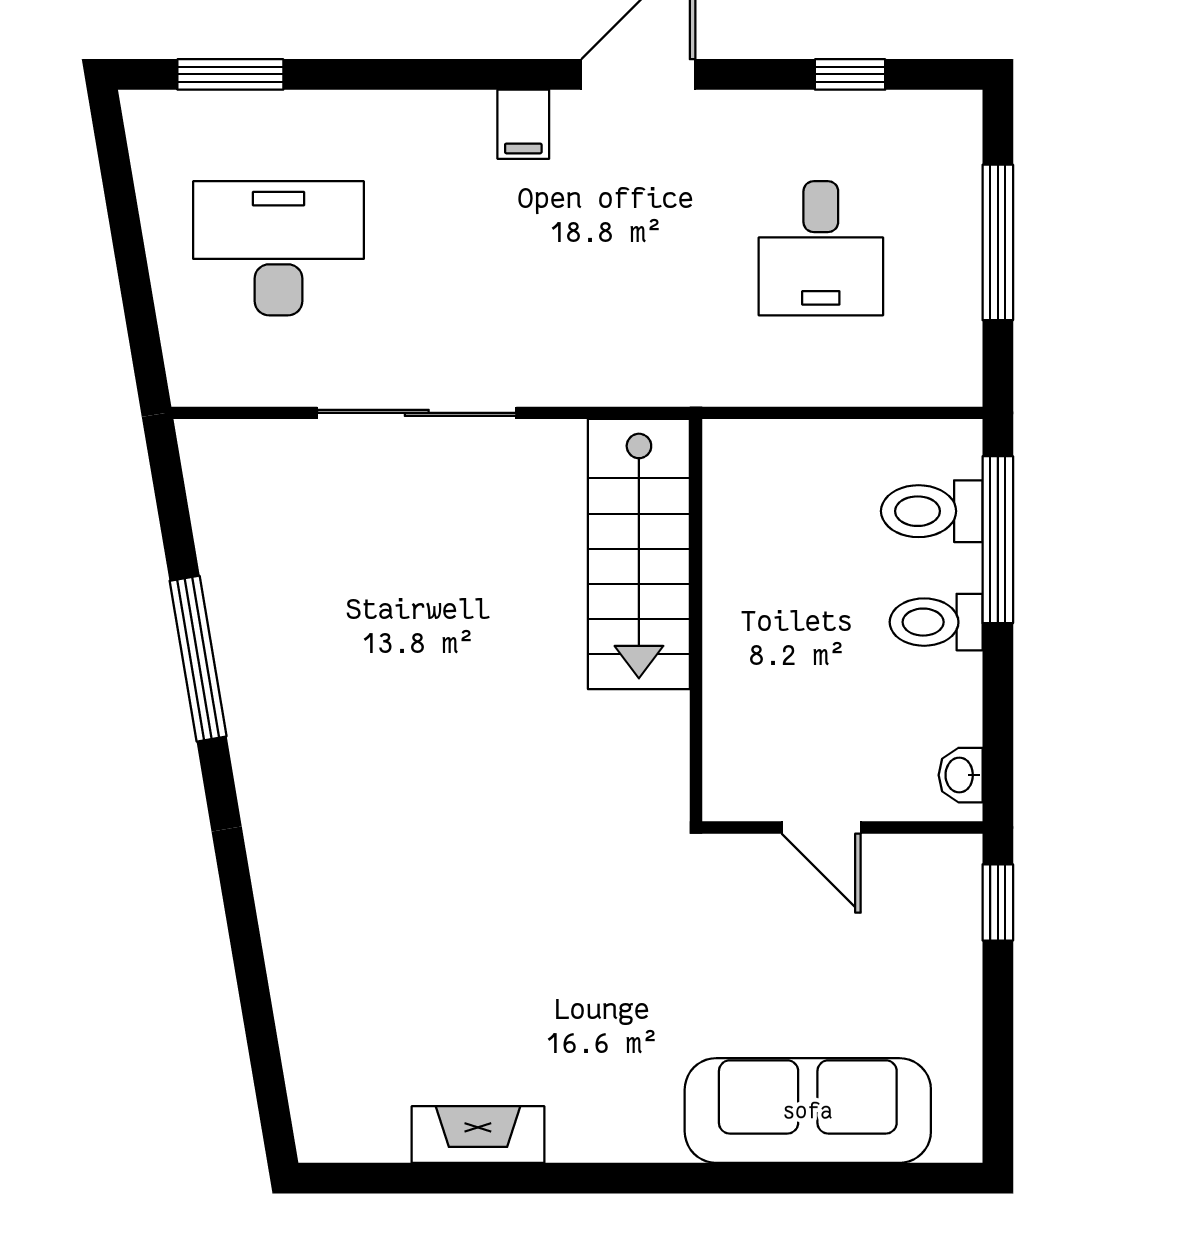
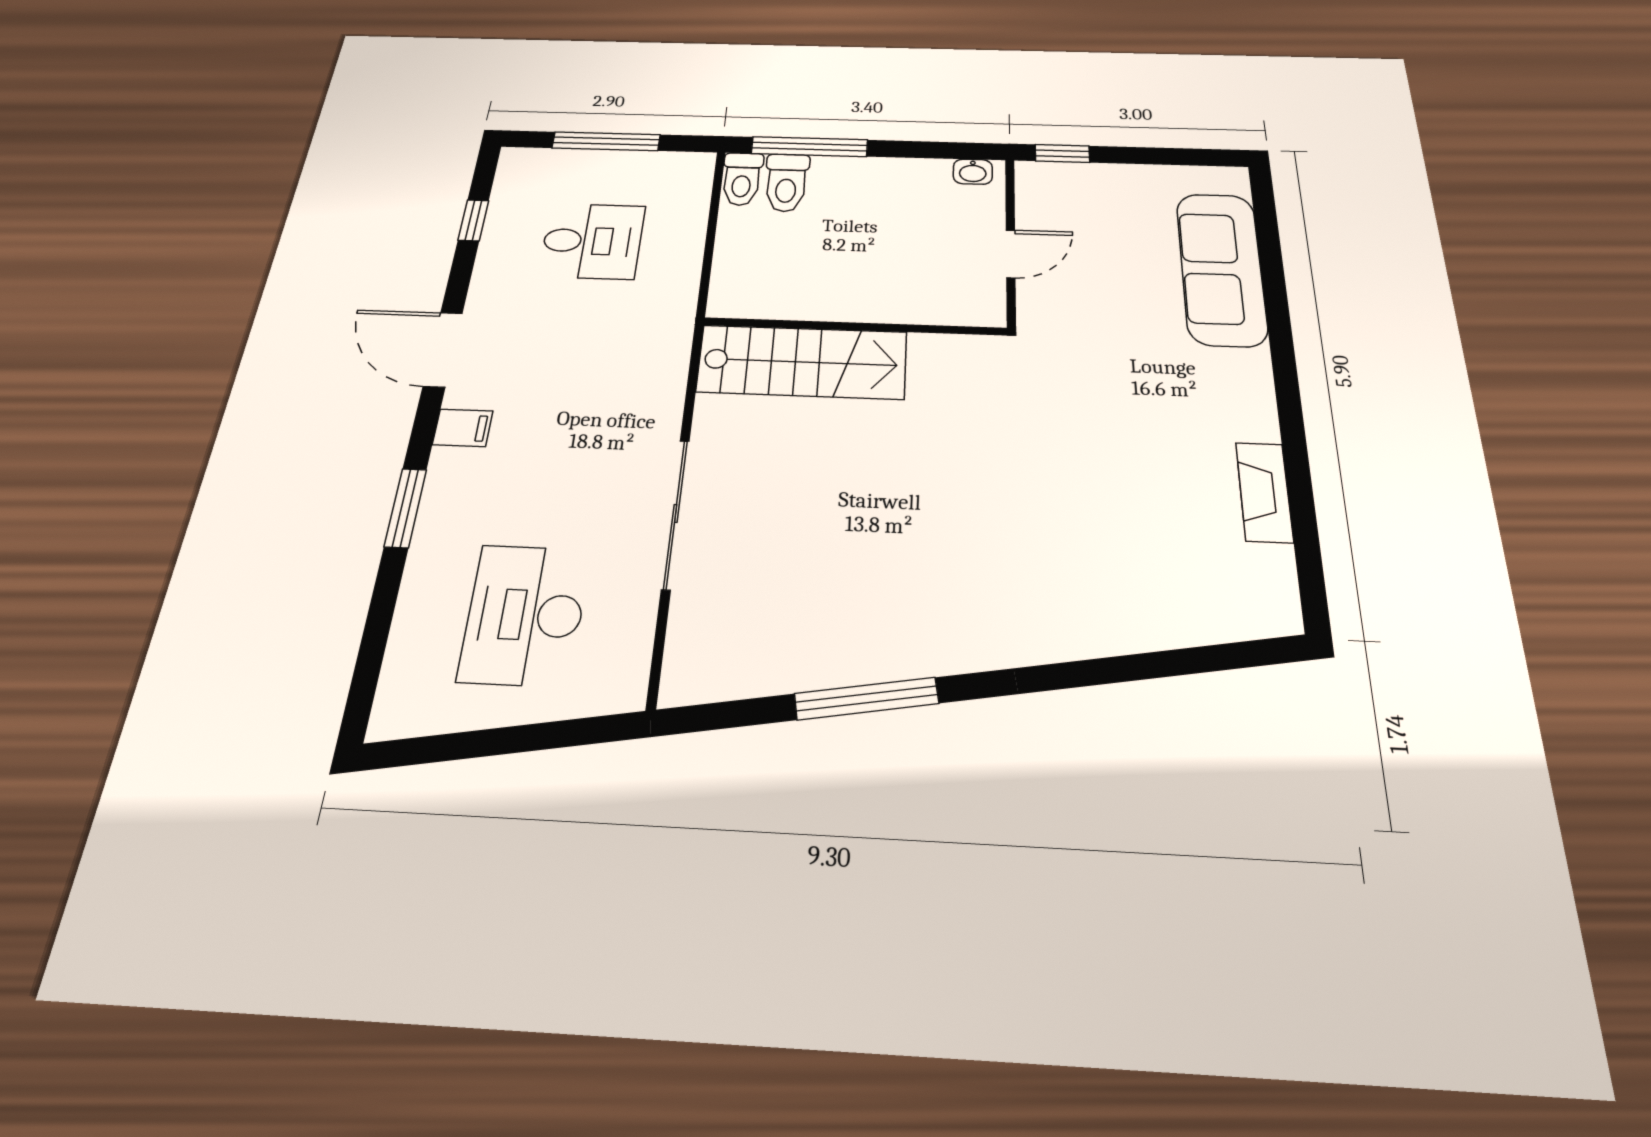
window: (230, 74) -> (405, 508), moved
toilet: (936, 622) -> (742, 179), moved

